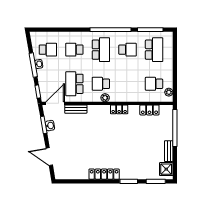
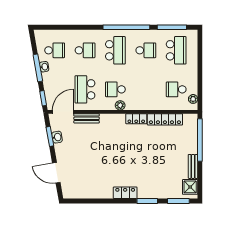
school desk: (74, 50) -> (85, 50), turned 180
locker: (149, 110) -> (165, 119), width x1.53
locker: (104, 174) -> (125, 193), width x0.66

